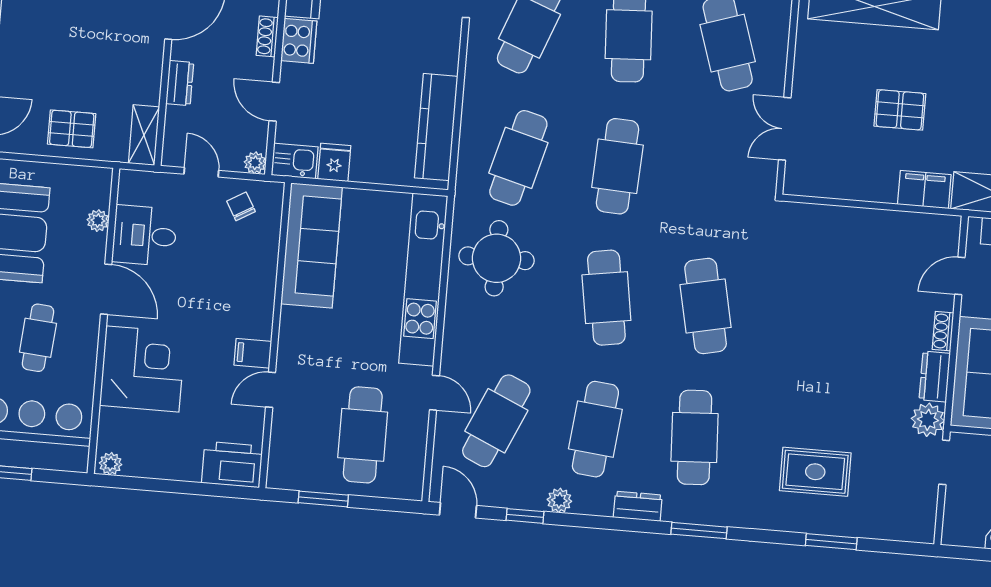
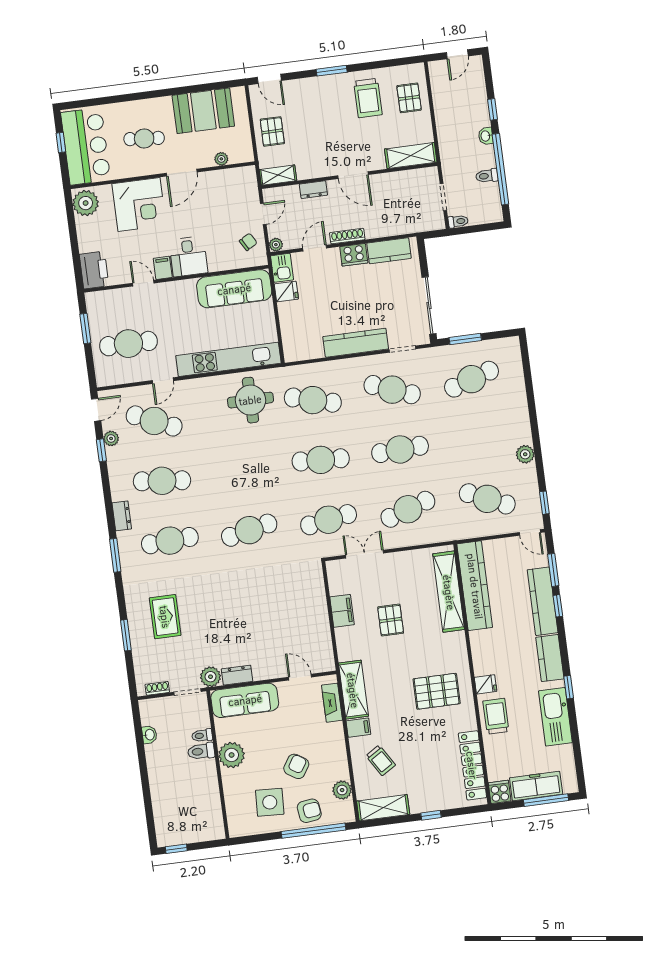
shoe rack: (267, 36) -> (347, 236), width x1.43
kitchen counter: (436, 127) -> (356, 343), moved
filing cabinet: (924, 190) -> (342, 611), moved
desk: (145, 236) -> (188, 256), moved, turned 180
cafe table: (606, 298) -> (329, 520), moved
shoe rack: (943, 331) -> (157, 688), moved
plant: (111, 464) -> (86, 203), width x1.88, depth x1.88
plant: (559, 500) -> (111, 438), moved

